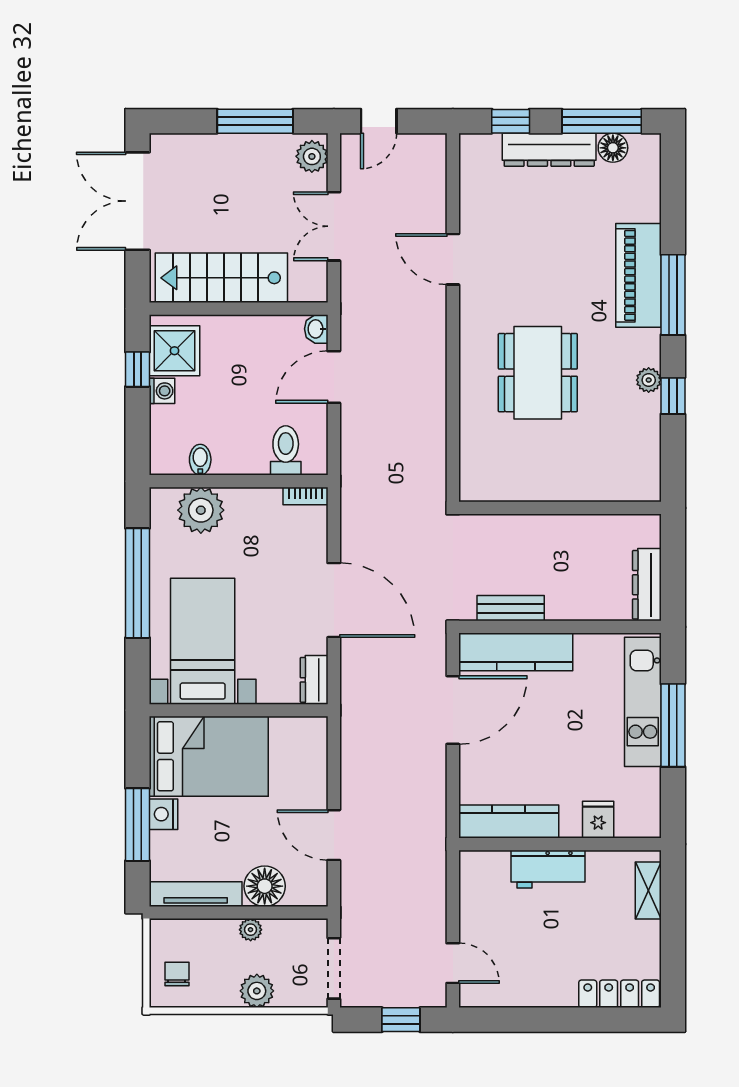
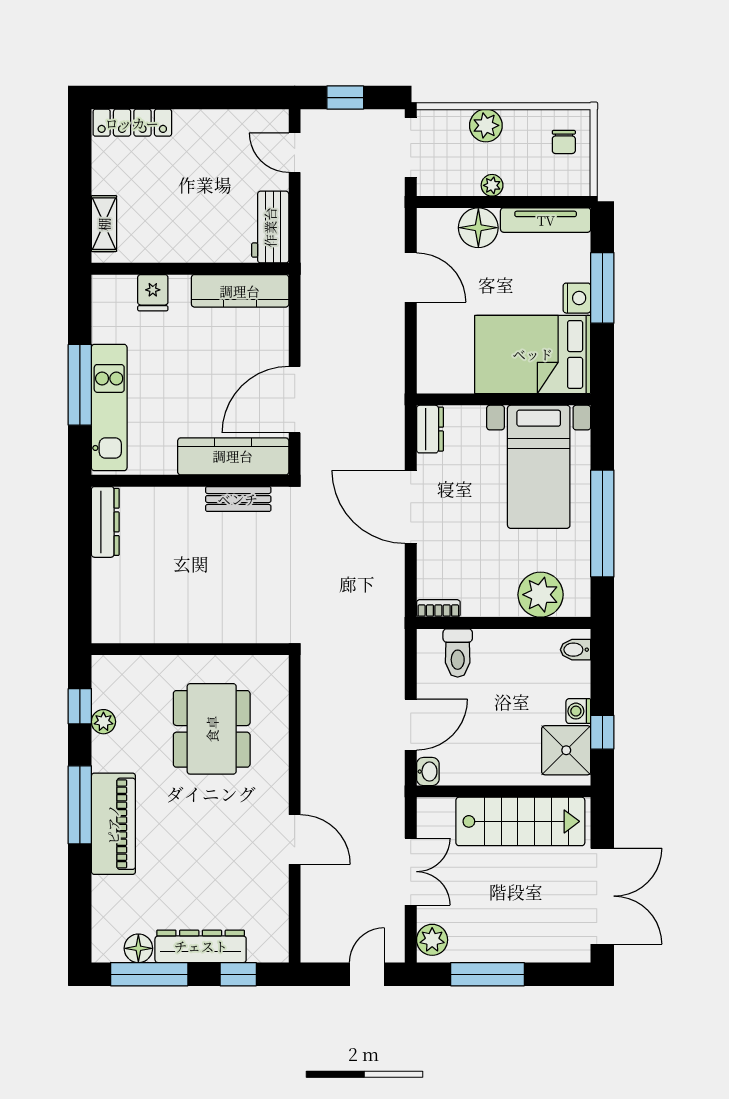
bidet: (200, 460) -> (576, 650), moved, turned 90
wall: (560, 508) -> (190, 649), moved
workbench: (548, 869) -> (270, 227), moved, turned -90

